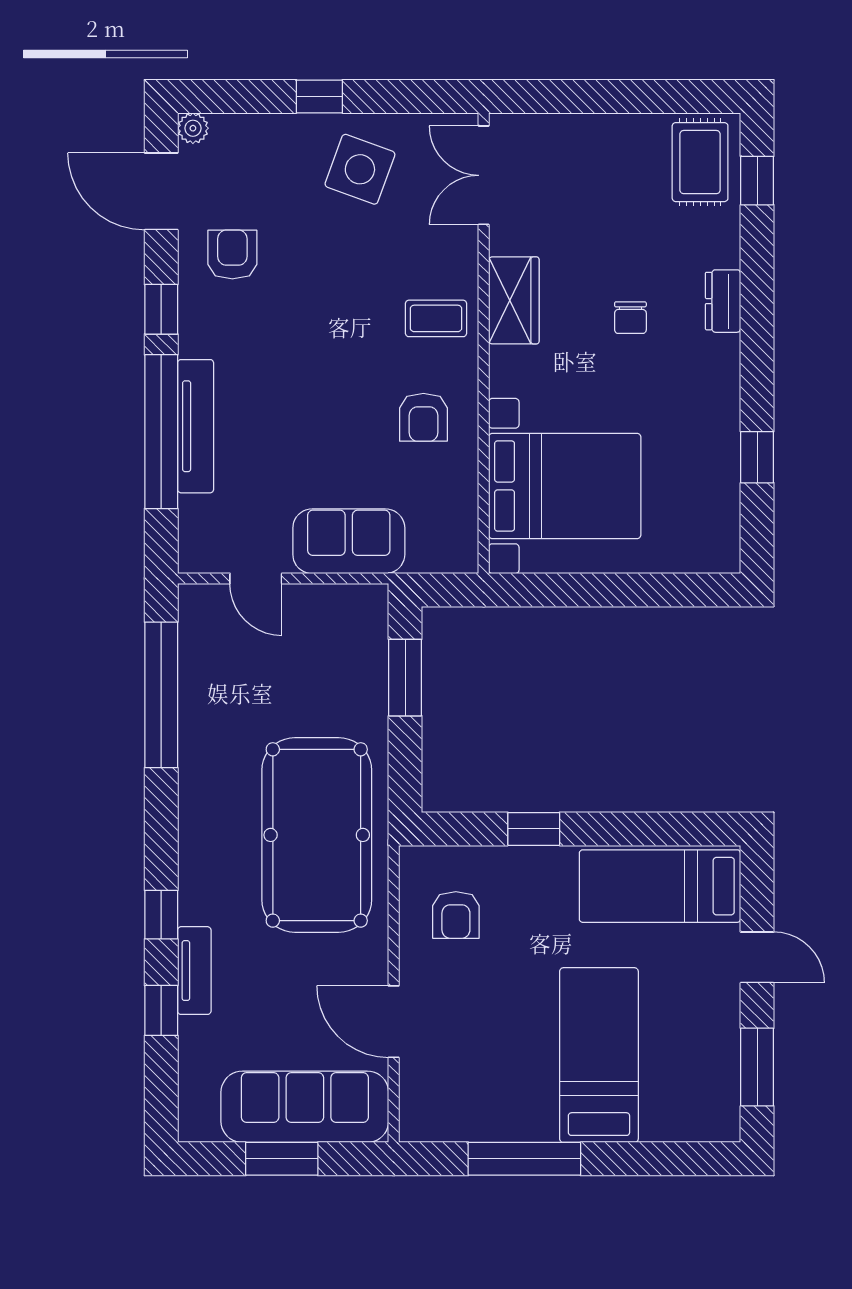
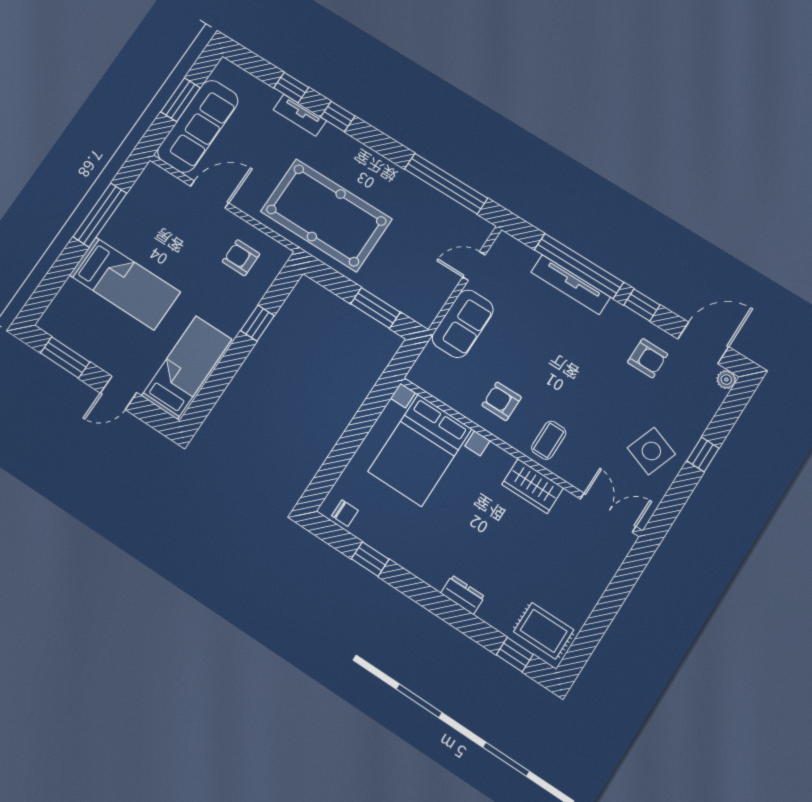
chair: (630, 318) -> (345, 513), moved, turned 180

